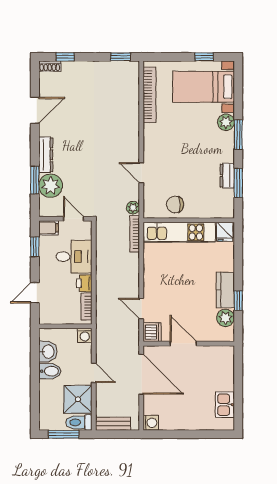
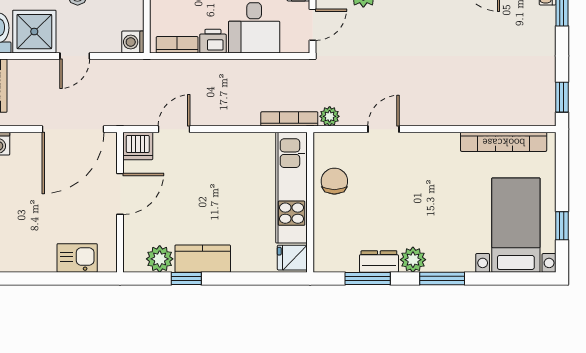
plant: (226, 122) -> (413, 260), moved
kitchen sink: (225, 405) -> (77, 258), moved

